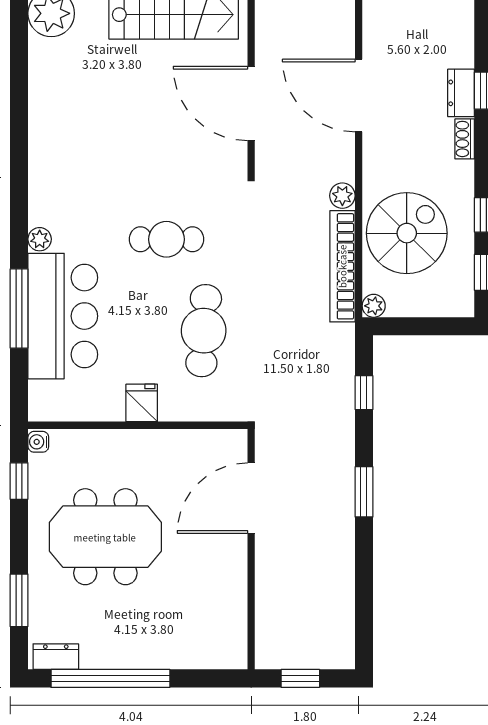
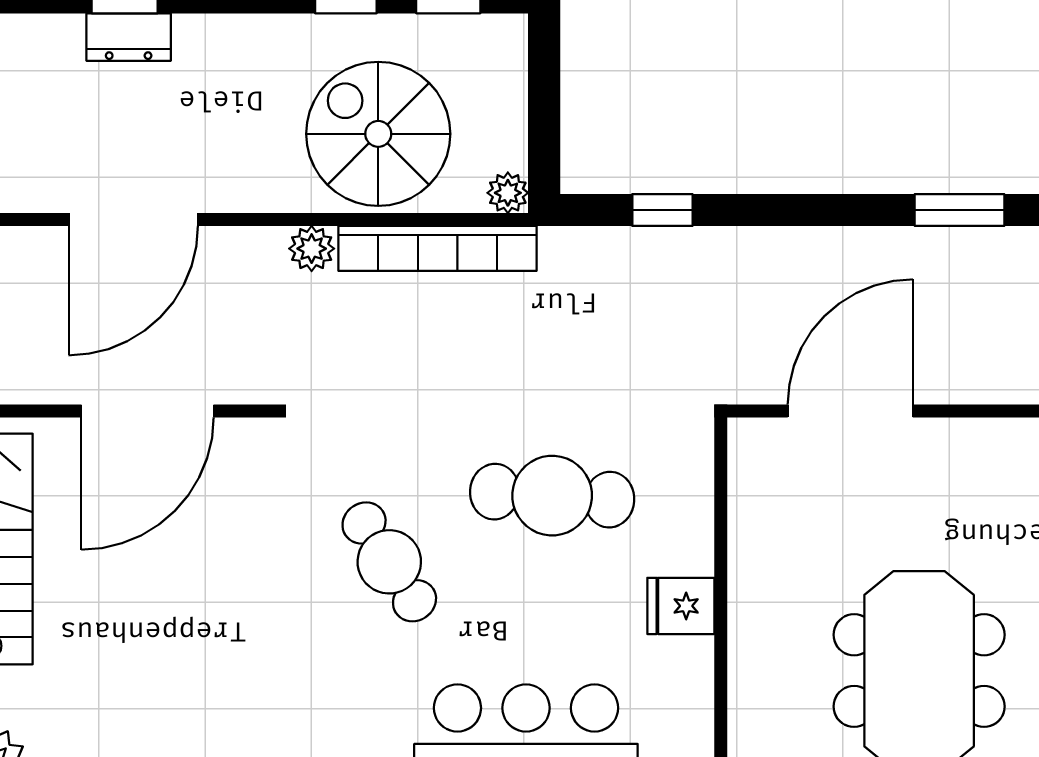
shoe rack: (465, 139) -> (211, 31), removed
cafe table: (166, 239) -> (389, 562), turned -33
window: (364, 492) -> (960, 210), moved
door: (251, 498) -> (850, 411), swing flipped

